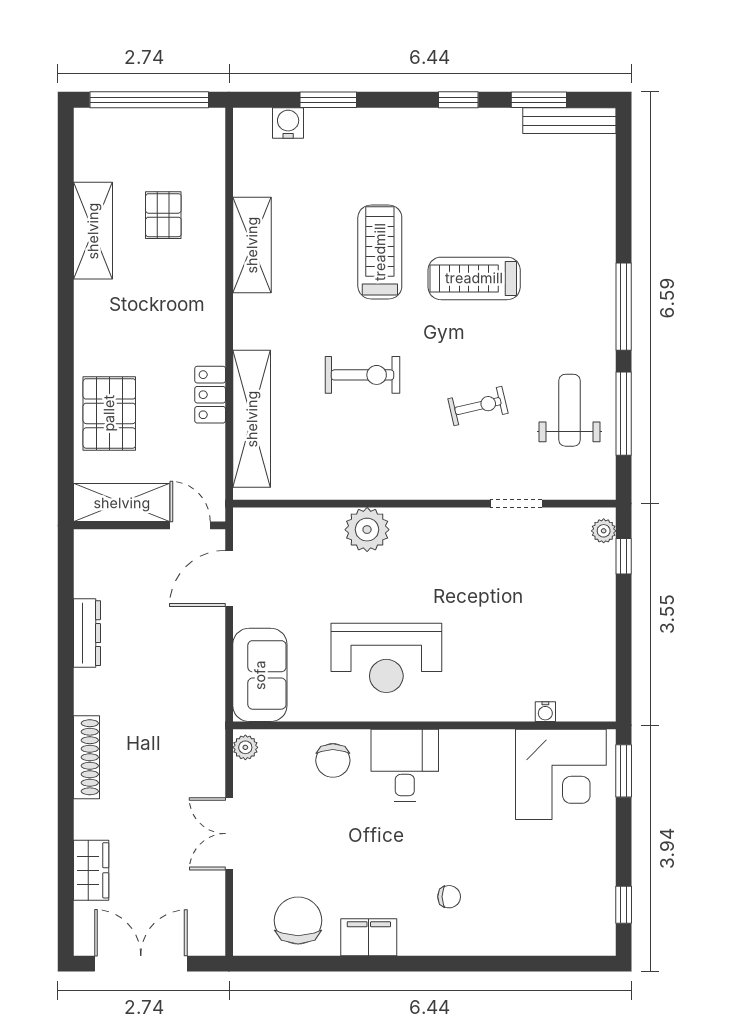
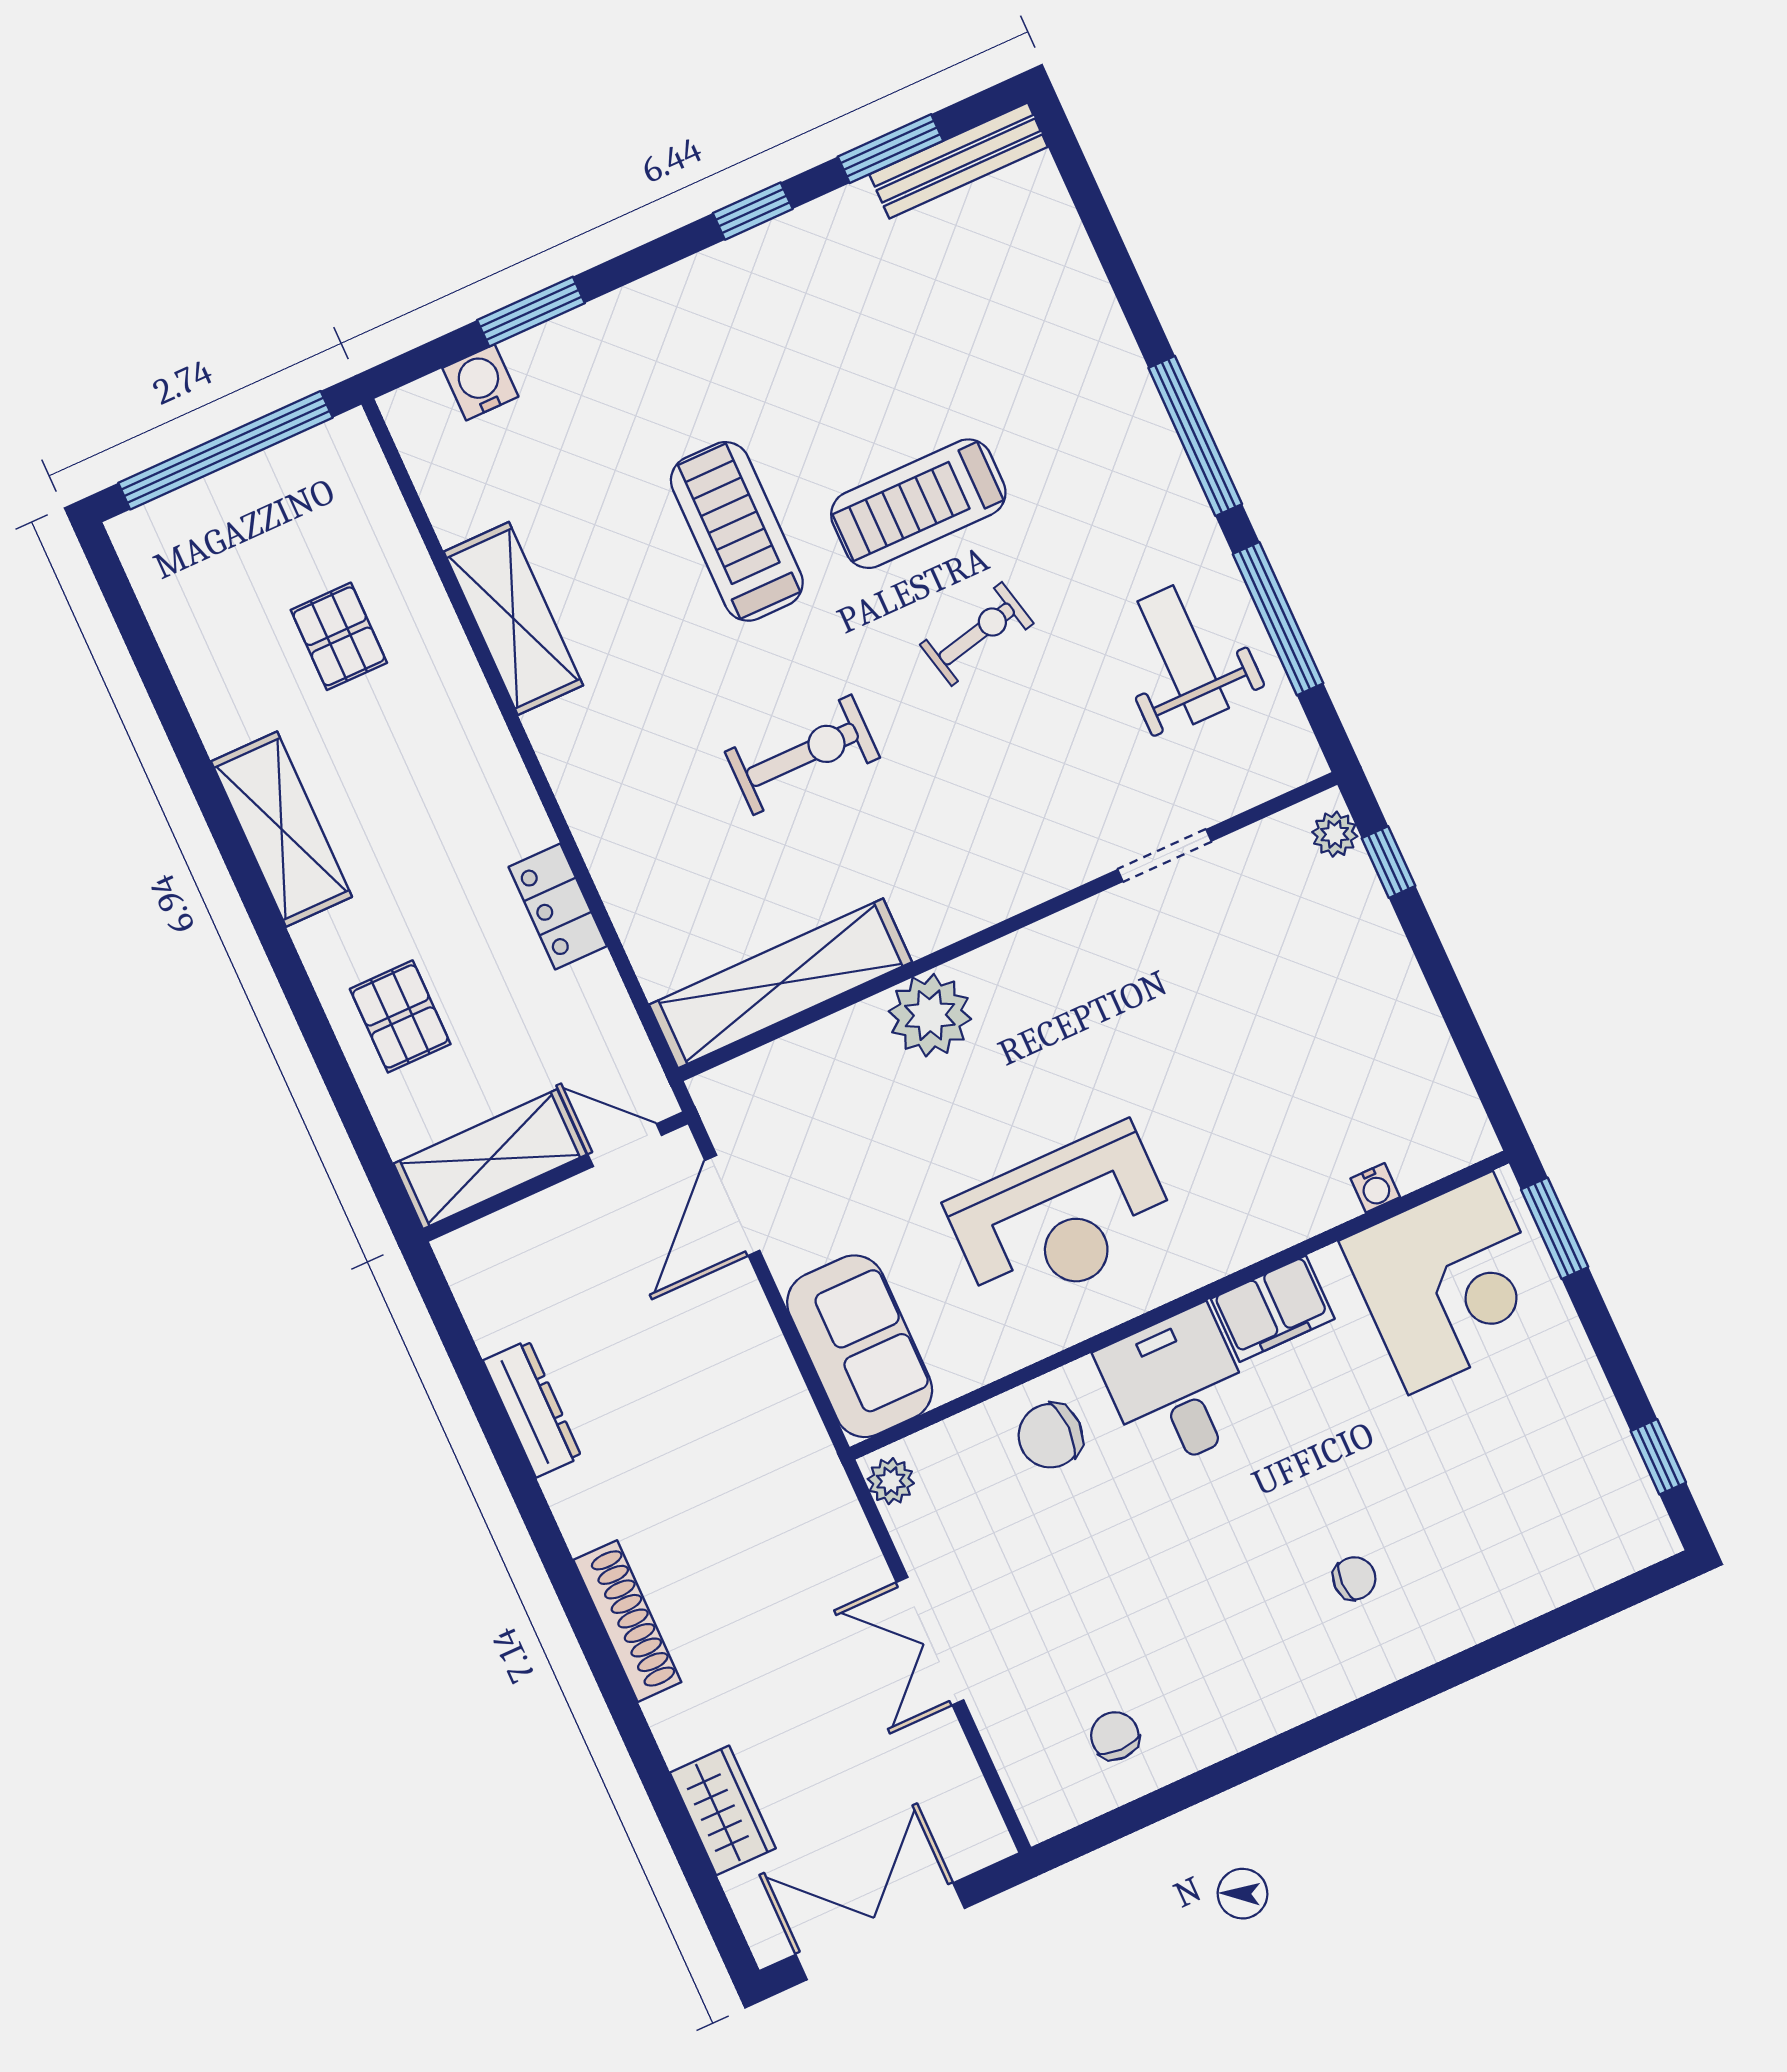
shelving: (93, 231) -> (281, 829), moved
exercise bike: (478, 406) -> (977, 634), moved
pallet: (109, 413) -> (400, 1016), width x0.67, depth x0.71
shelving: (252, 419) -> (781, 983), moved, turned 90
chair: (333, 760) -> (1050, 1436), turned 90
chair: (298, 921) -> (1115, 1736), width x0.54, depth x0.54
filing cabinet: (369, 937) -> (1273, 1309), moved, turned 180

